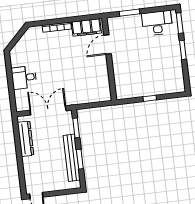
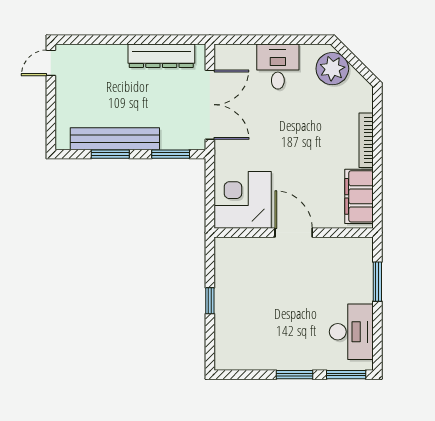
door: (107, 45) -> (294, 233), moved
plant: (22, 49) -> (332, 69), added
corner desk: (95, 88) -> (243, 200), added

